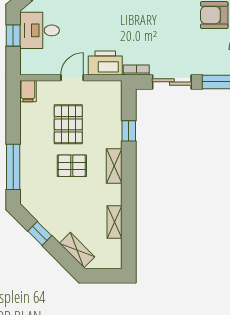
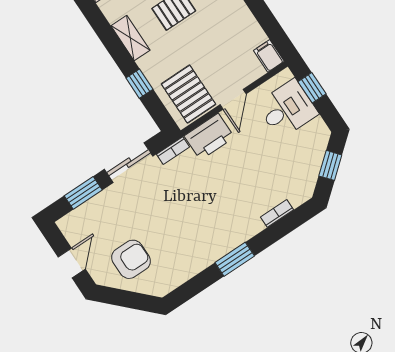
desk: (40, 30) -> (287, 109), moved
window: (13, 35) -> (312, 88), moved
pallet: (68, 124) -> (189, 94), moved

